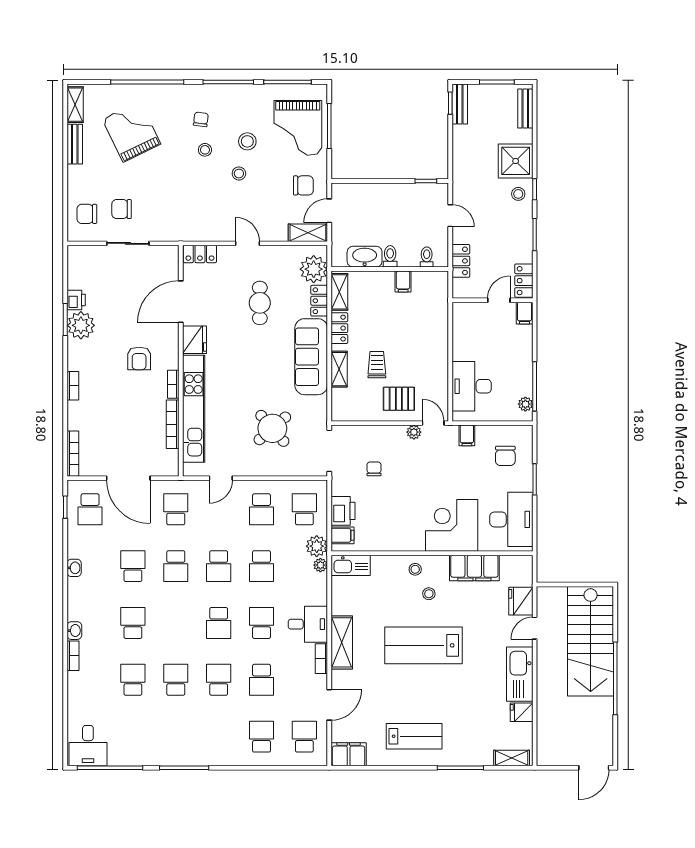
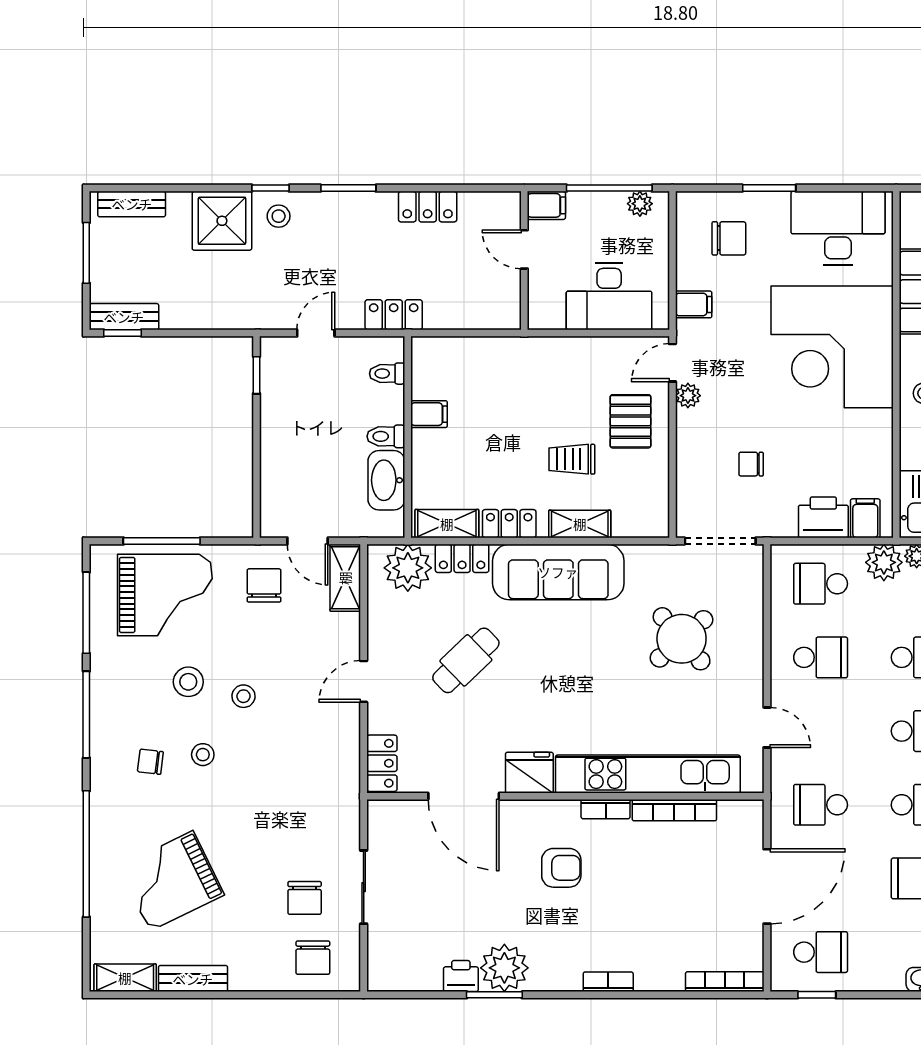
wall: (492, 300) -> (524, 261), moved
door: (499, 300) -> (524, 249), moved
cafe table: (260, 303) -> (466, 660), turned -44
filing cabinet: (525, 313) -> (546, 205), moved
corner desk: (452, 525) -> (832, 347), width x1.36, depth x1.36

